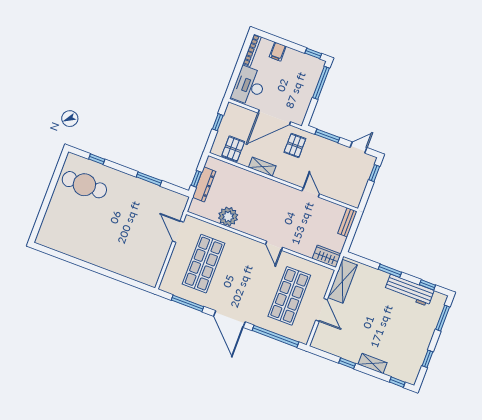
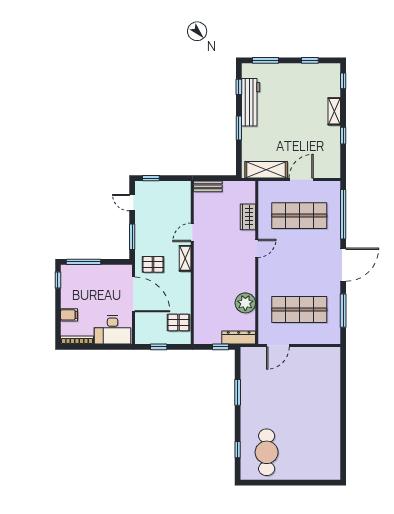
shelving: (262, 167) -> (185, 258), moved
dresser: (204, 184) -> (239, 338), moved
wardrobe: (327, 256) -> (248, 217), moved

